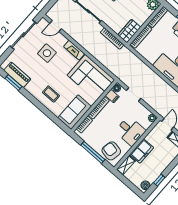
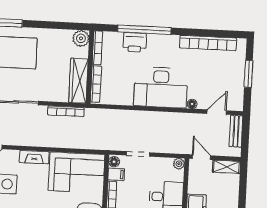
wardrobe: (129, 31) -> (78, 81), width x1.50

